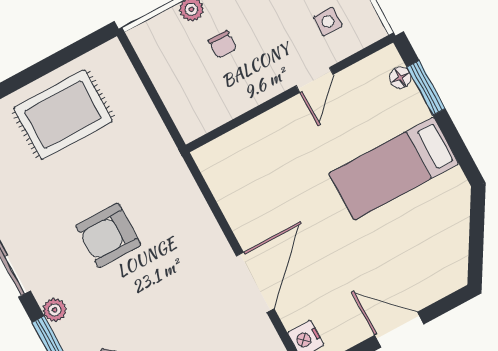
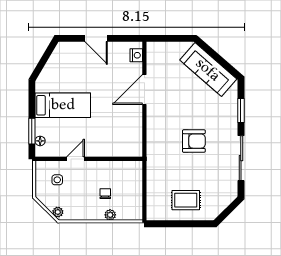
rug: (63, 115) -> (186, 200), width x0.73, depth x0.70
plant: (55, 310) -> (232, 122), removed

